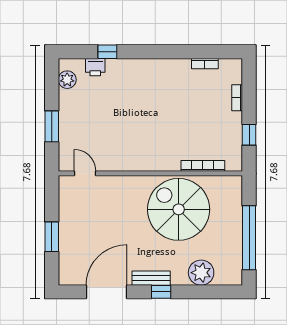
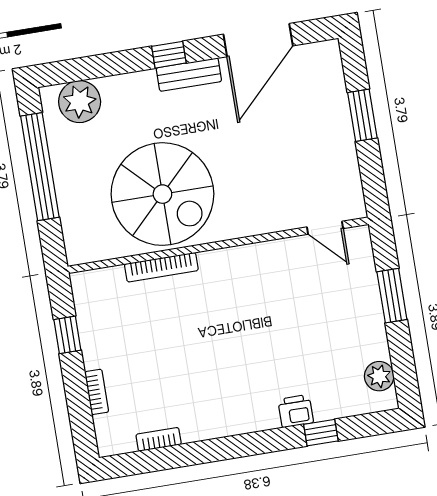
printer: (95, 67) -> (296, 411), moved
bookcase: (203, 166) -> (161, 267), moved
plant: (201, 273) -> (80, 102), moved

